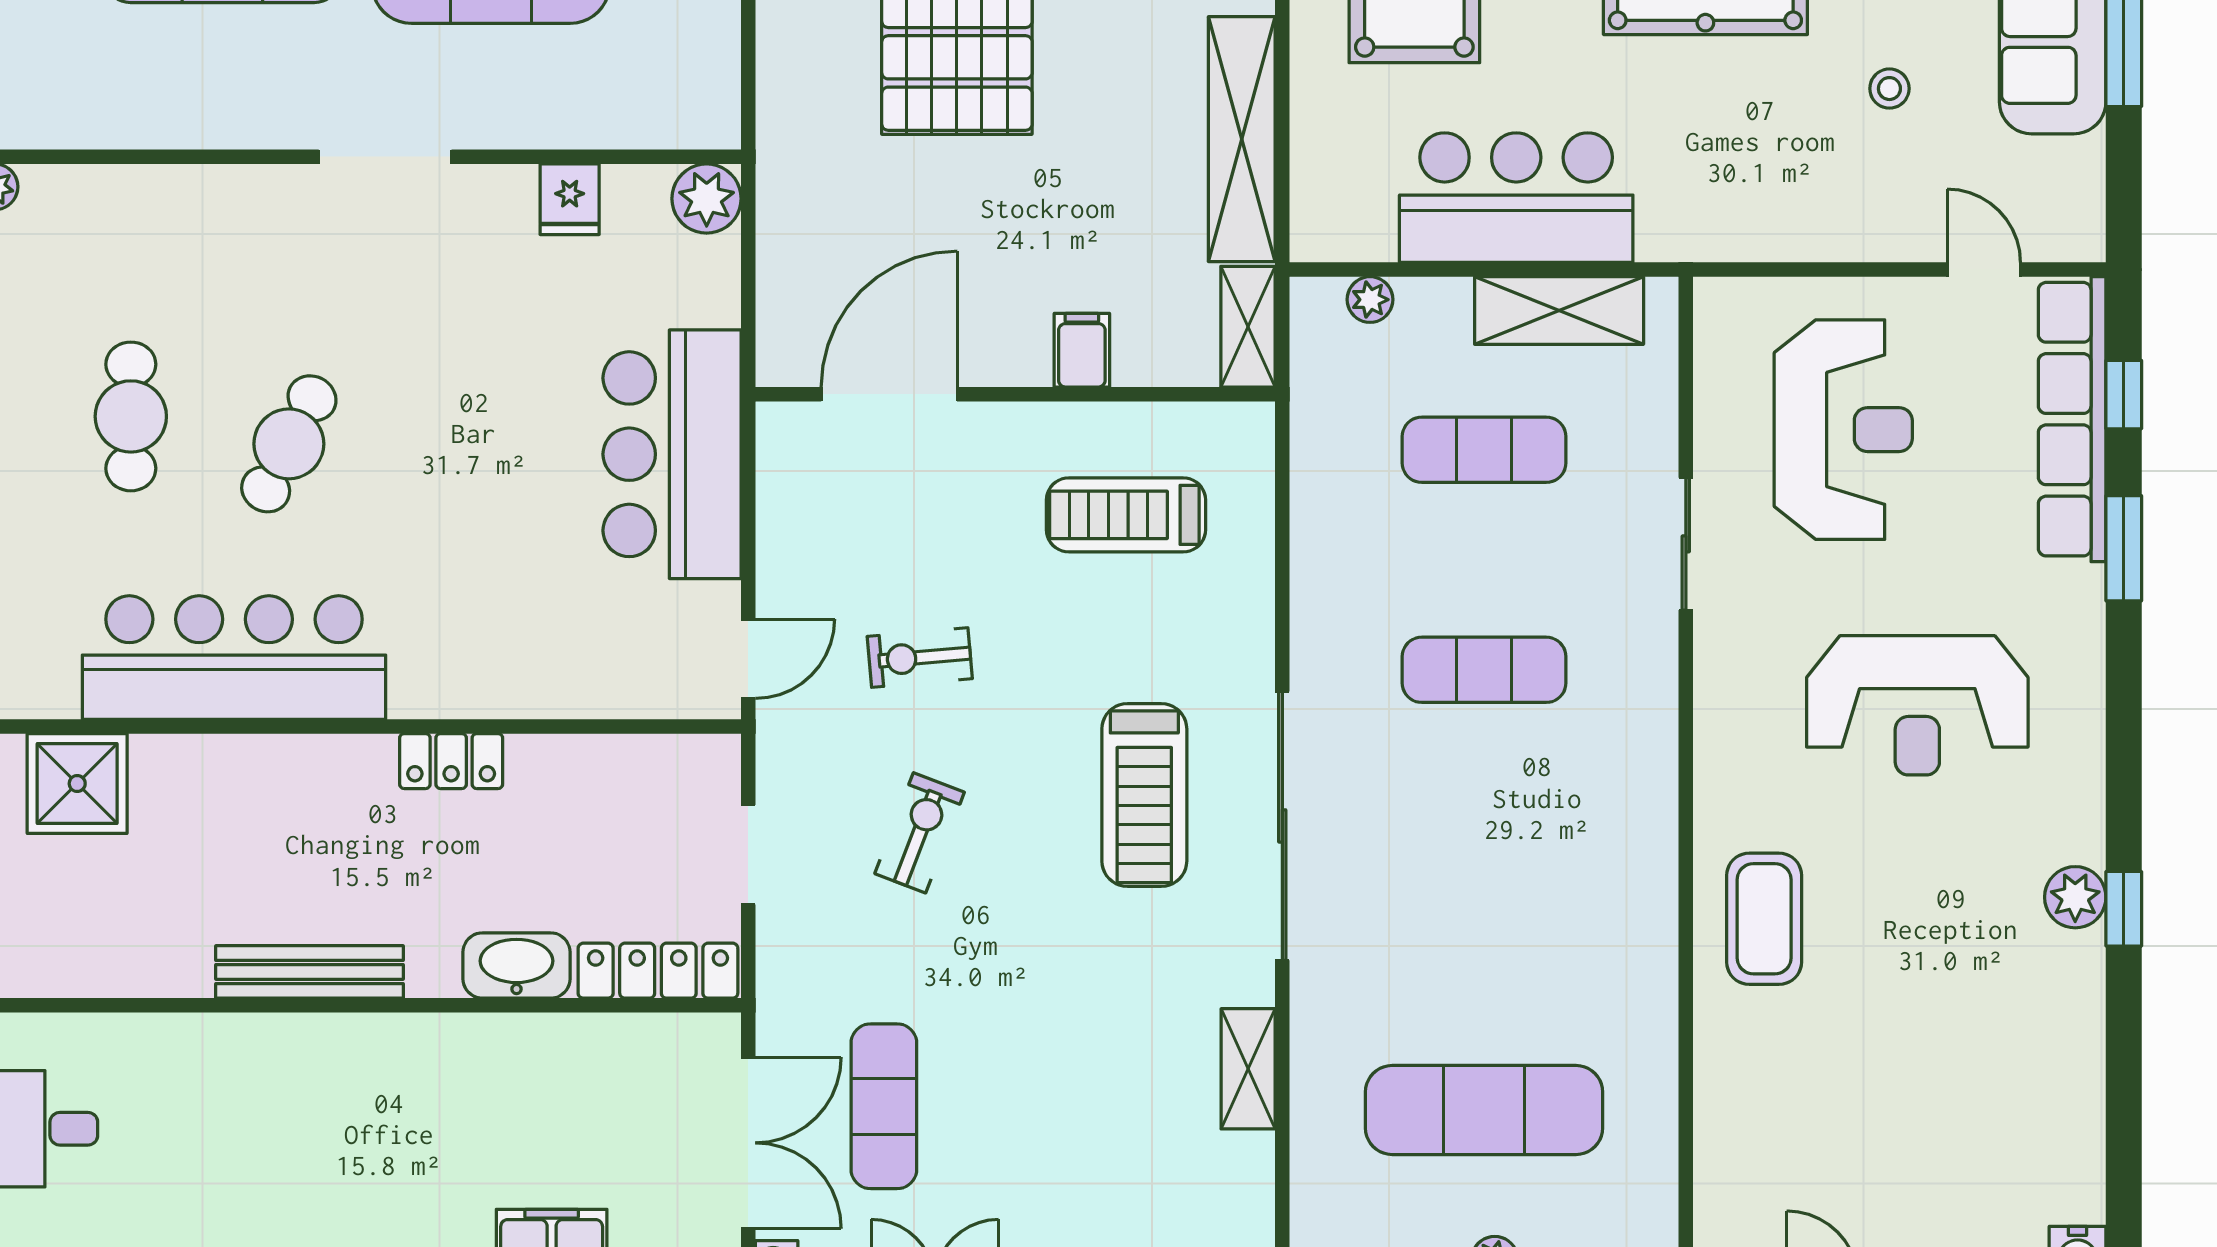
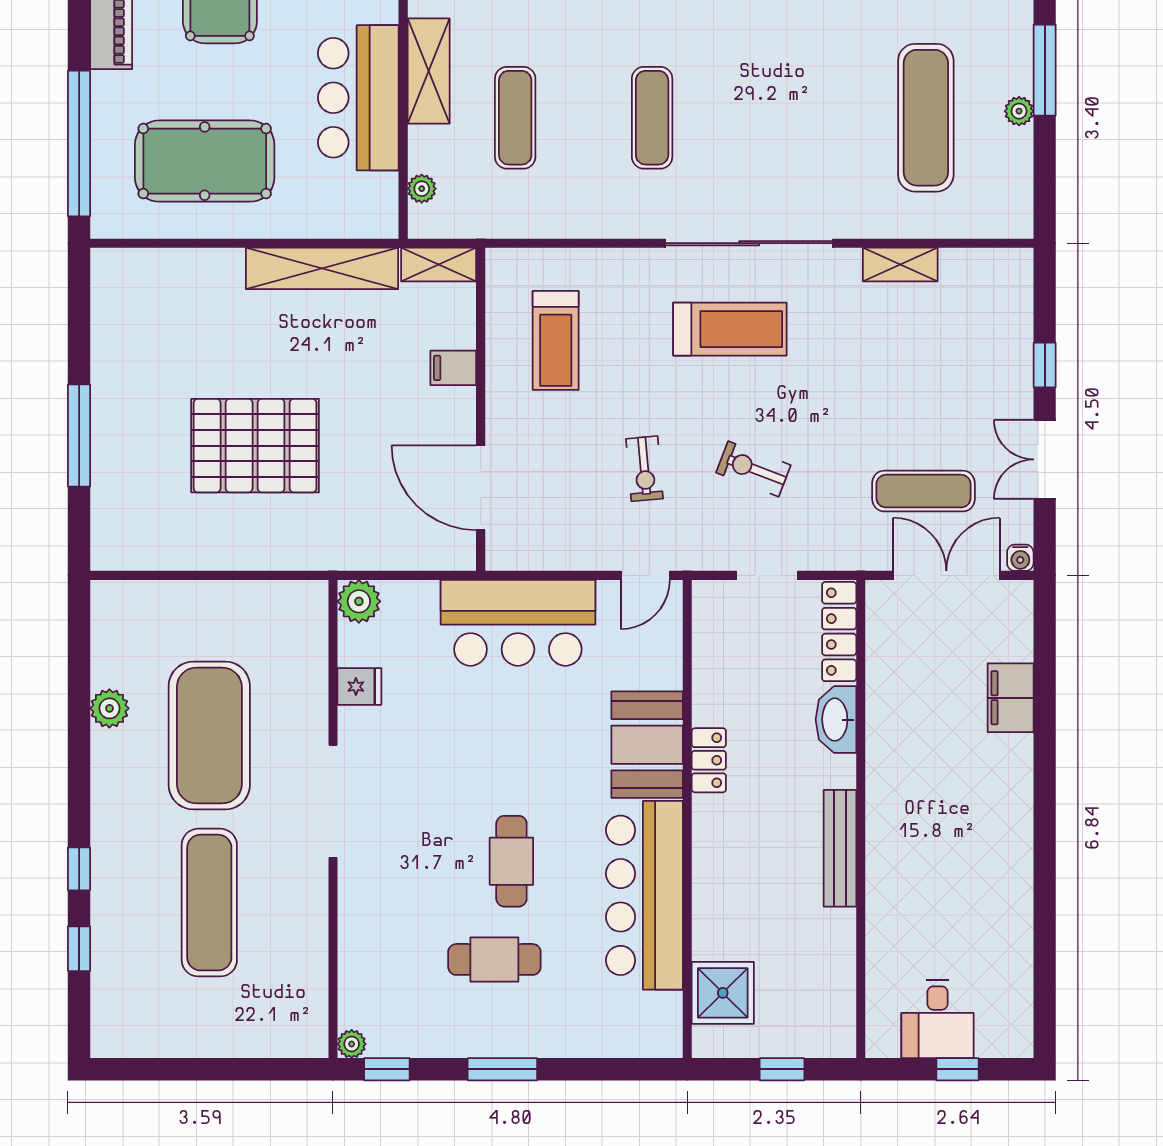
doorway: (385, 157) -> (333, 801), width x1.36
cafe table: (289, 444) -> (511, 861), turned 63
door: (748, 659) -> (645, 575), swing flipped
booth: (476, 662) -> (647, 745), added

